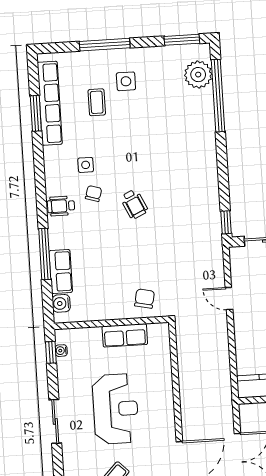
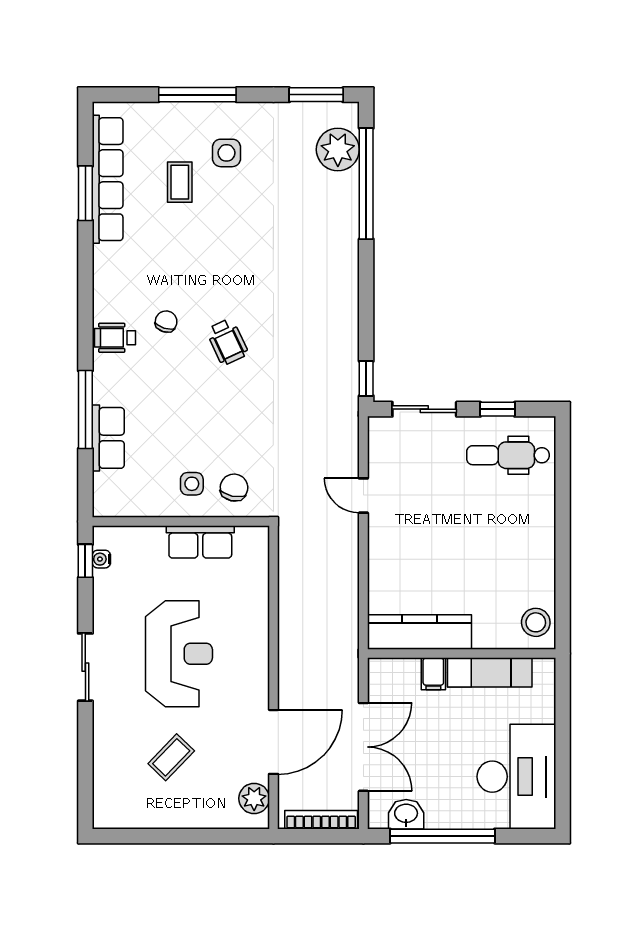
side table: (86, 165) -> (192, 484), moved
water cooler: (61, 303) -> (106, 487), removed

